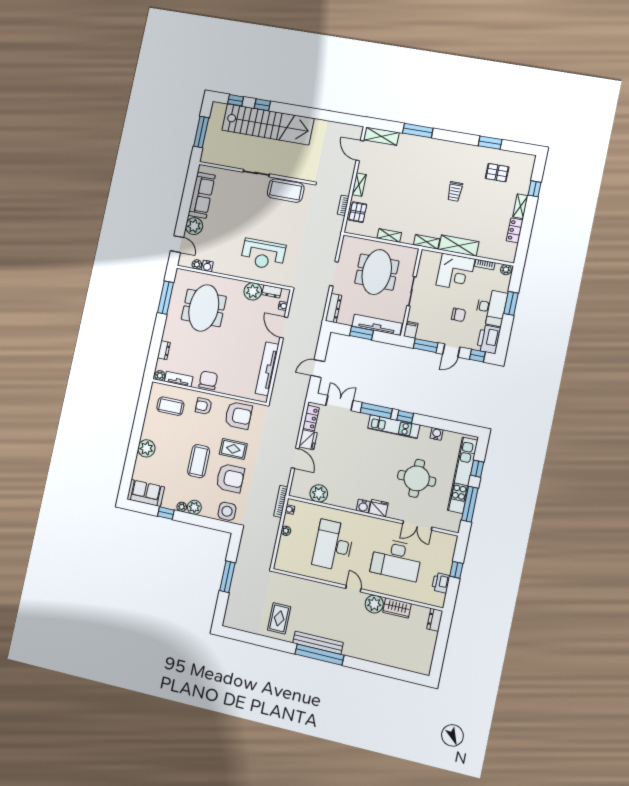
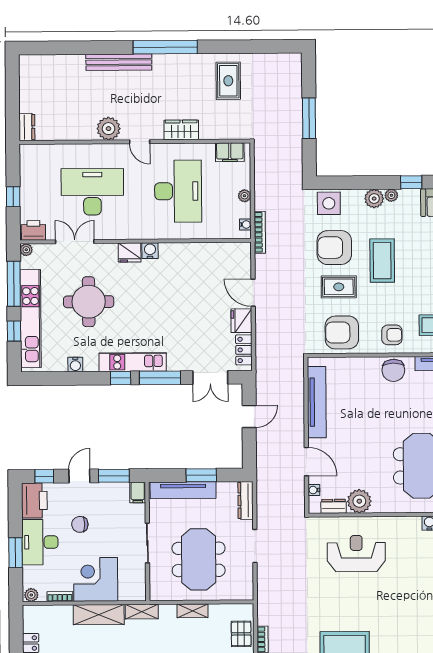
plant: (319, 493) -> (26, 250), moved, width x0.53, depth x0.53
filing cabinet: (289, 565) -> (230, 152), added
printer: (441, 583) -> (33, 230), moved, turned -90
wardrobe: (397, 608) -> (181, 130), moved
bench: (318, 643) -> (119, 62), moved

